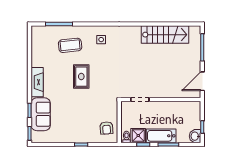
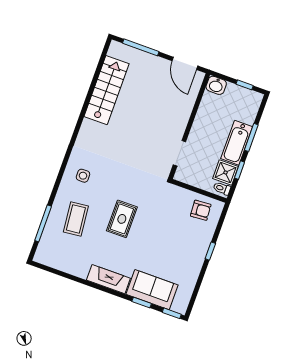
rug: (81, 77) -> (122, 219), turned 90
washbasin: (195, 136) -> (216, 85), moved

